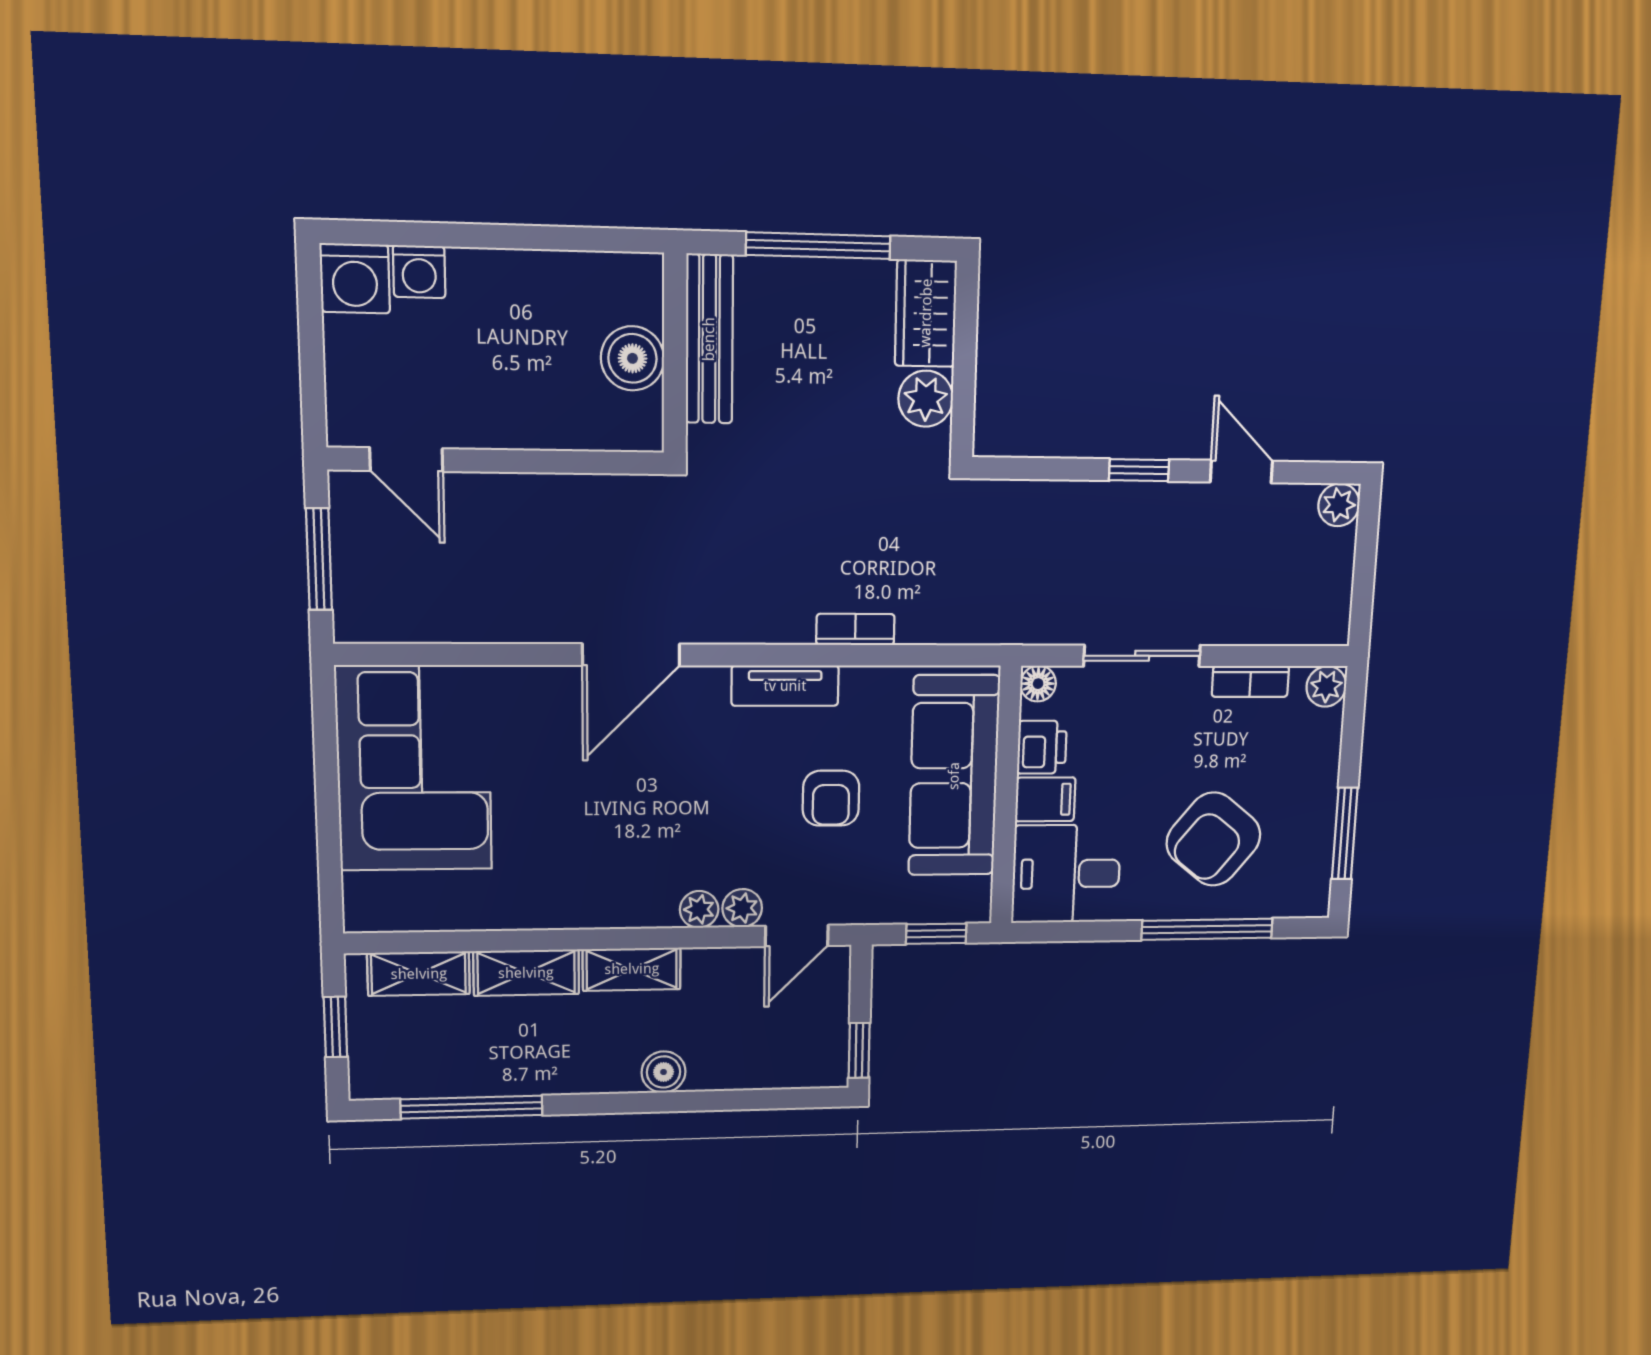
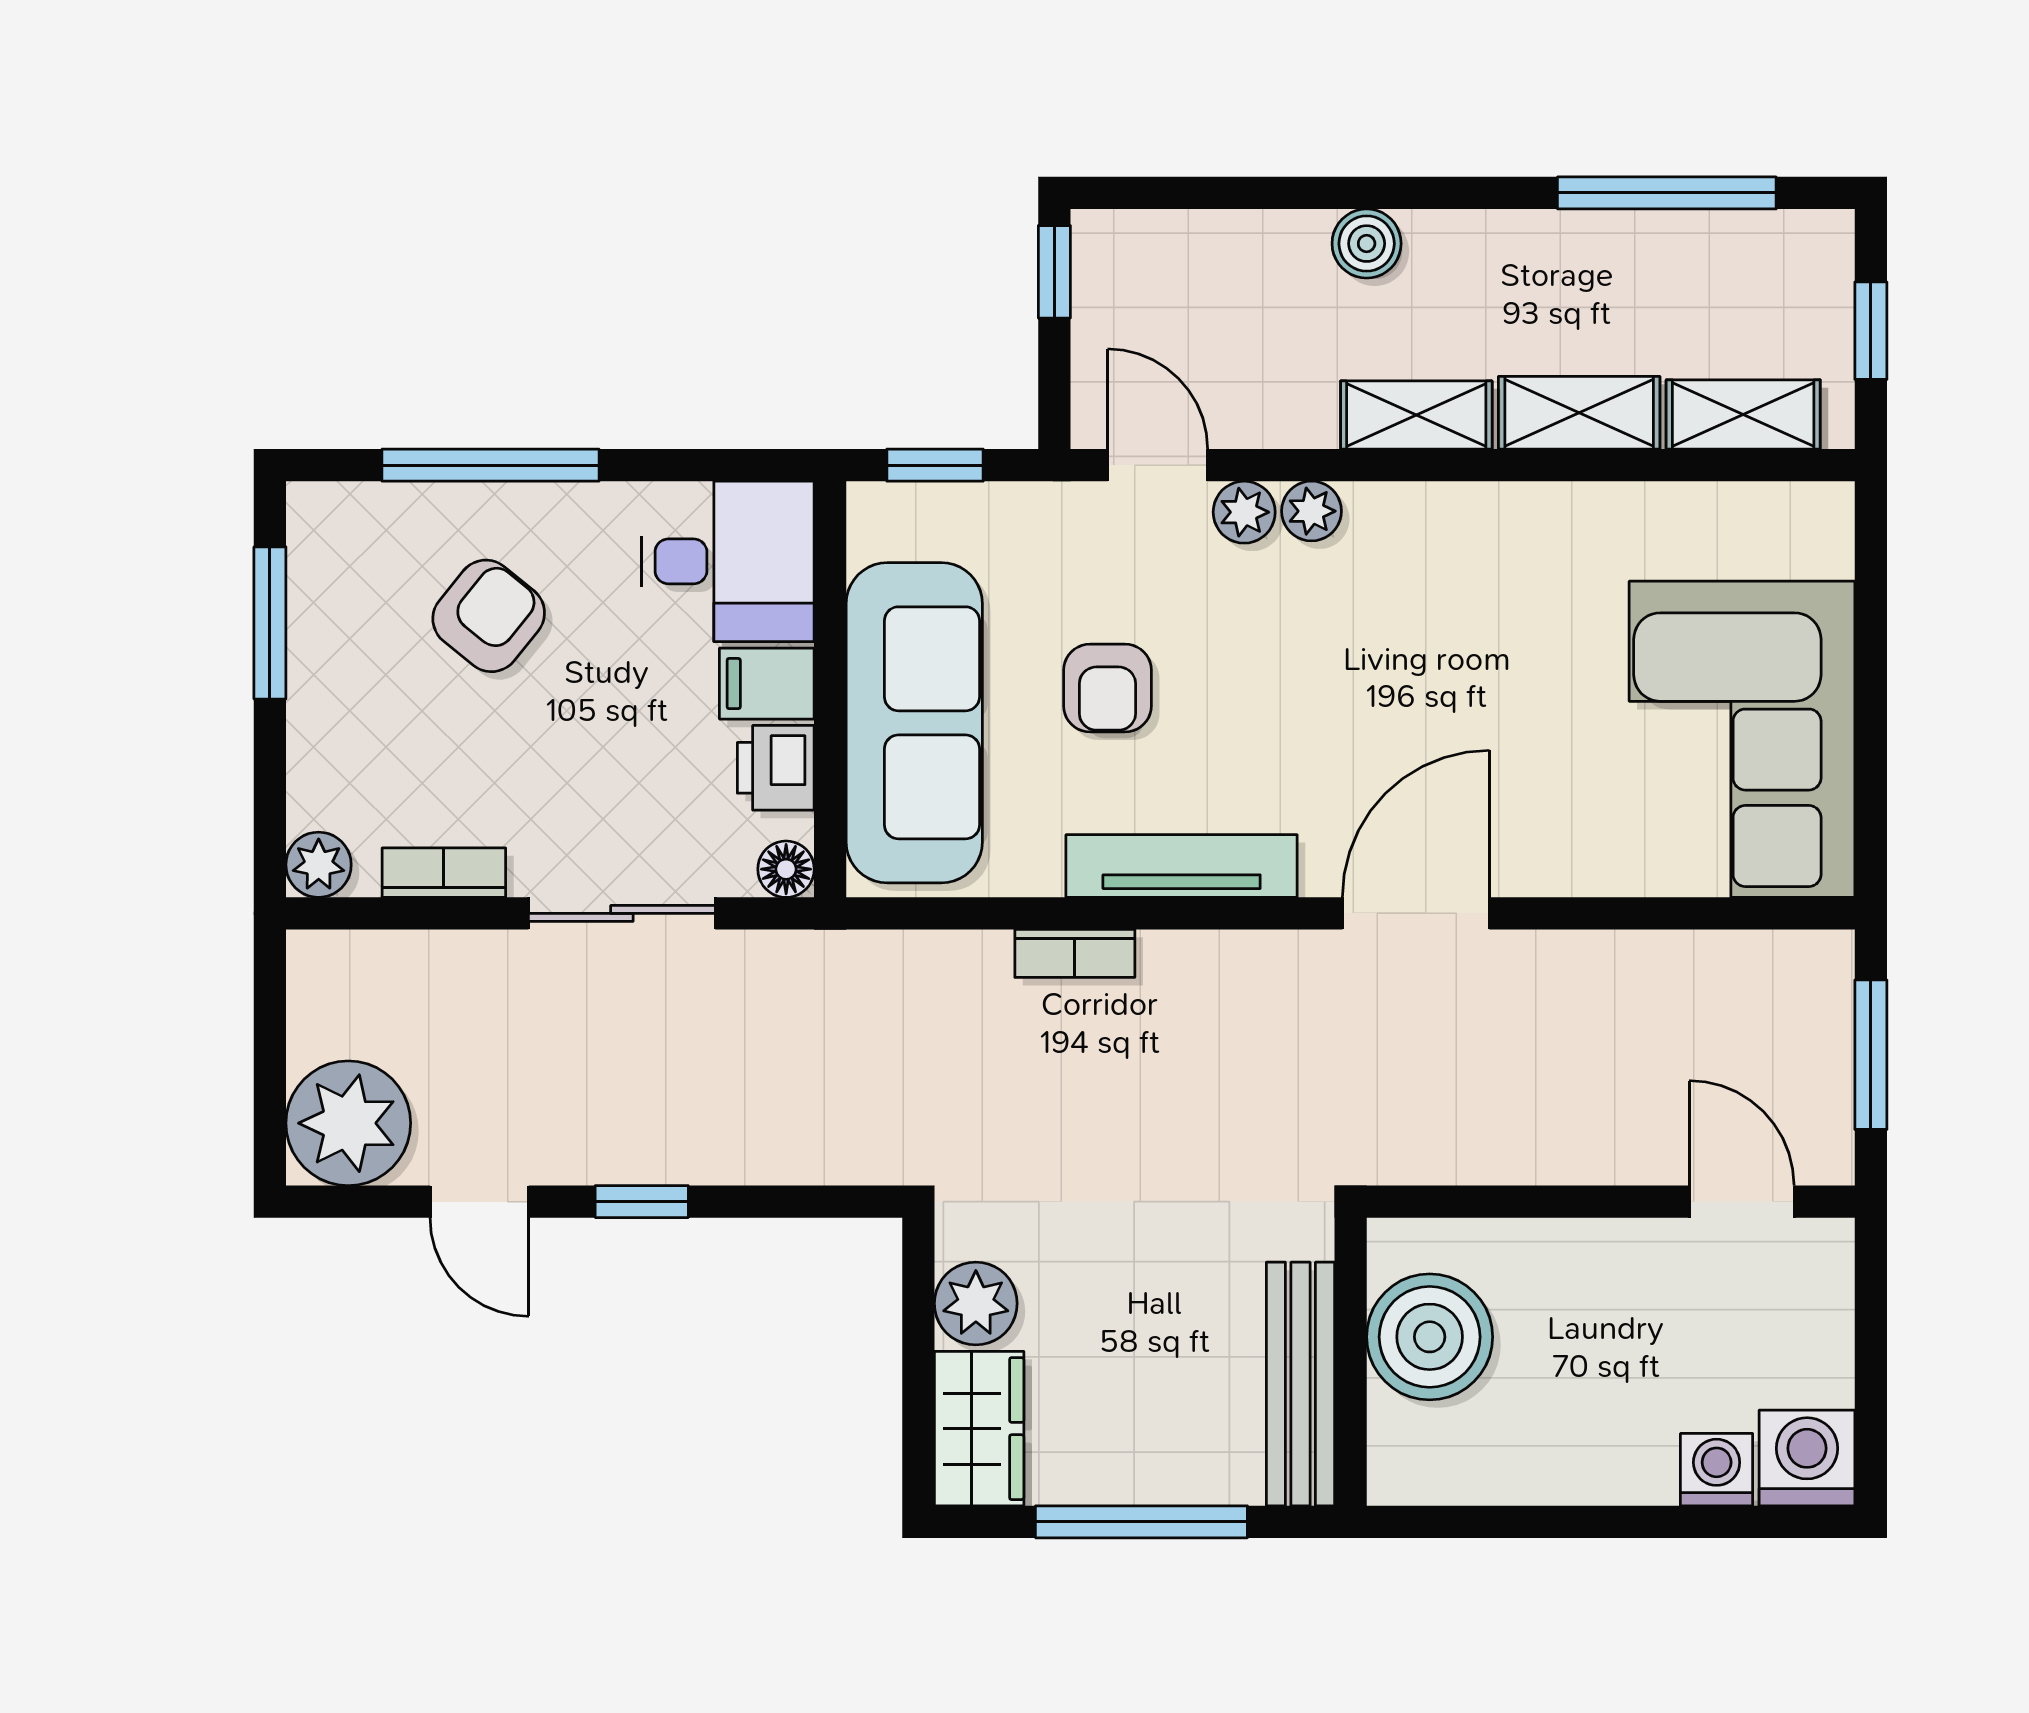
boiler: (632, 358) -> (1430, 1337), width x1.37, depth x1.37
plant: (1339, 505) -> (348, 1123), width x1.87, depth x1.87
tv unit: (785, 686) -> (1182, 866), width x1.41
armchair: (831, 798) -> (1107, 688), turned 180
armchair: (1213, 839) -> (489, 616), width x0.72, depth x0.72
door: (797, 936) -> (1158, 465), hinge flipped

